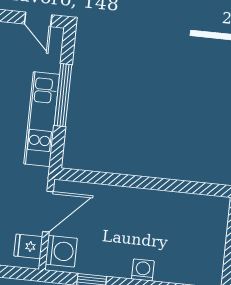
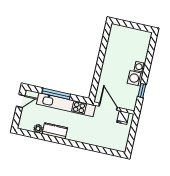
kitchen unit: (42, 119) -> (66, 105), width x1.36
washing machine: (61, 251) -> (135, 78), moved, turned -90

